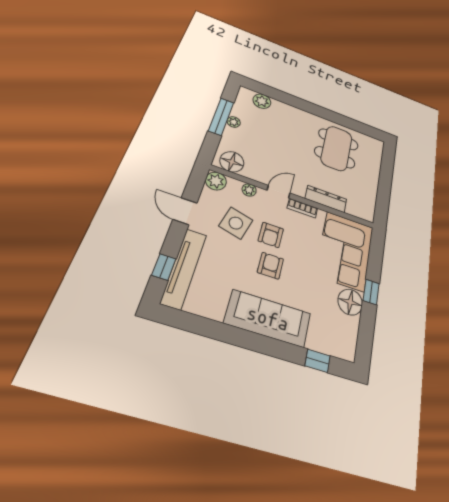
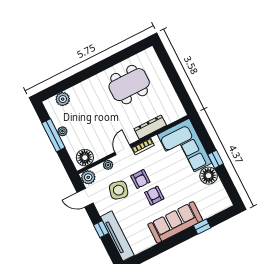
dining table: (337, 148) -> (129, 85), turned 90
door: (185, 211) -> (85, 198), moved
window: (164, 267) -> (101, 229), moved
window: (318, 361) -> (202, 227), moved

